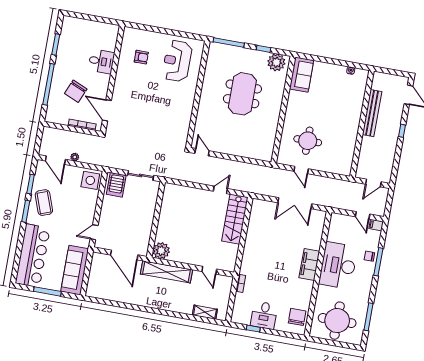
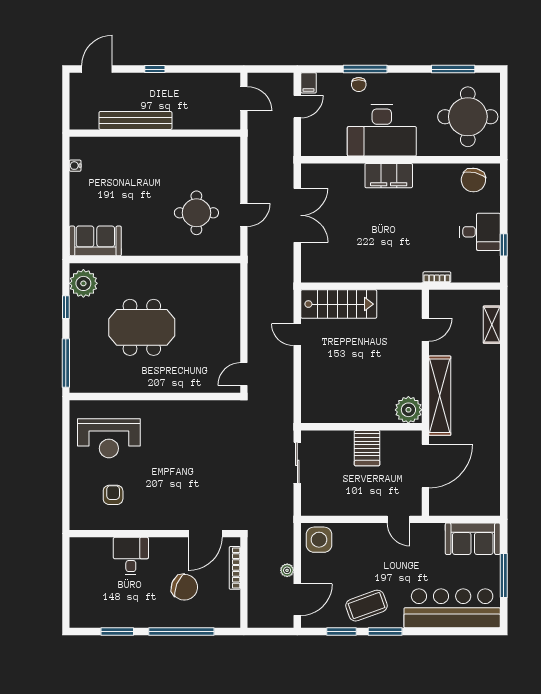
server rack: (116, 185) -> (367, 448), moved, turned 90
sofa: (75, 270) -> (473, 539), width x0.73
chair: (297, 317) -> (473, 180), turned -77

